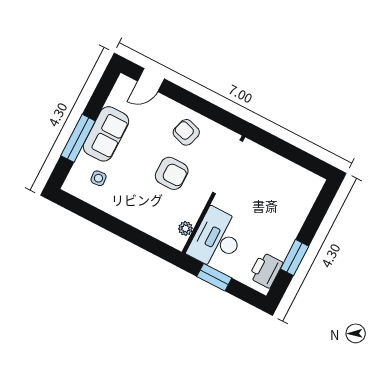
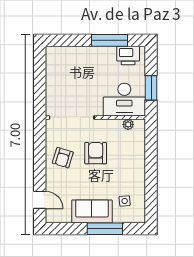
window: (295, 258) -> (110, 40), width x1.44

